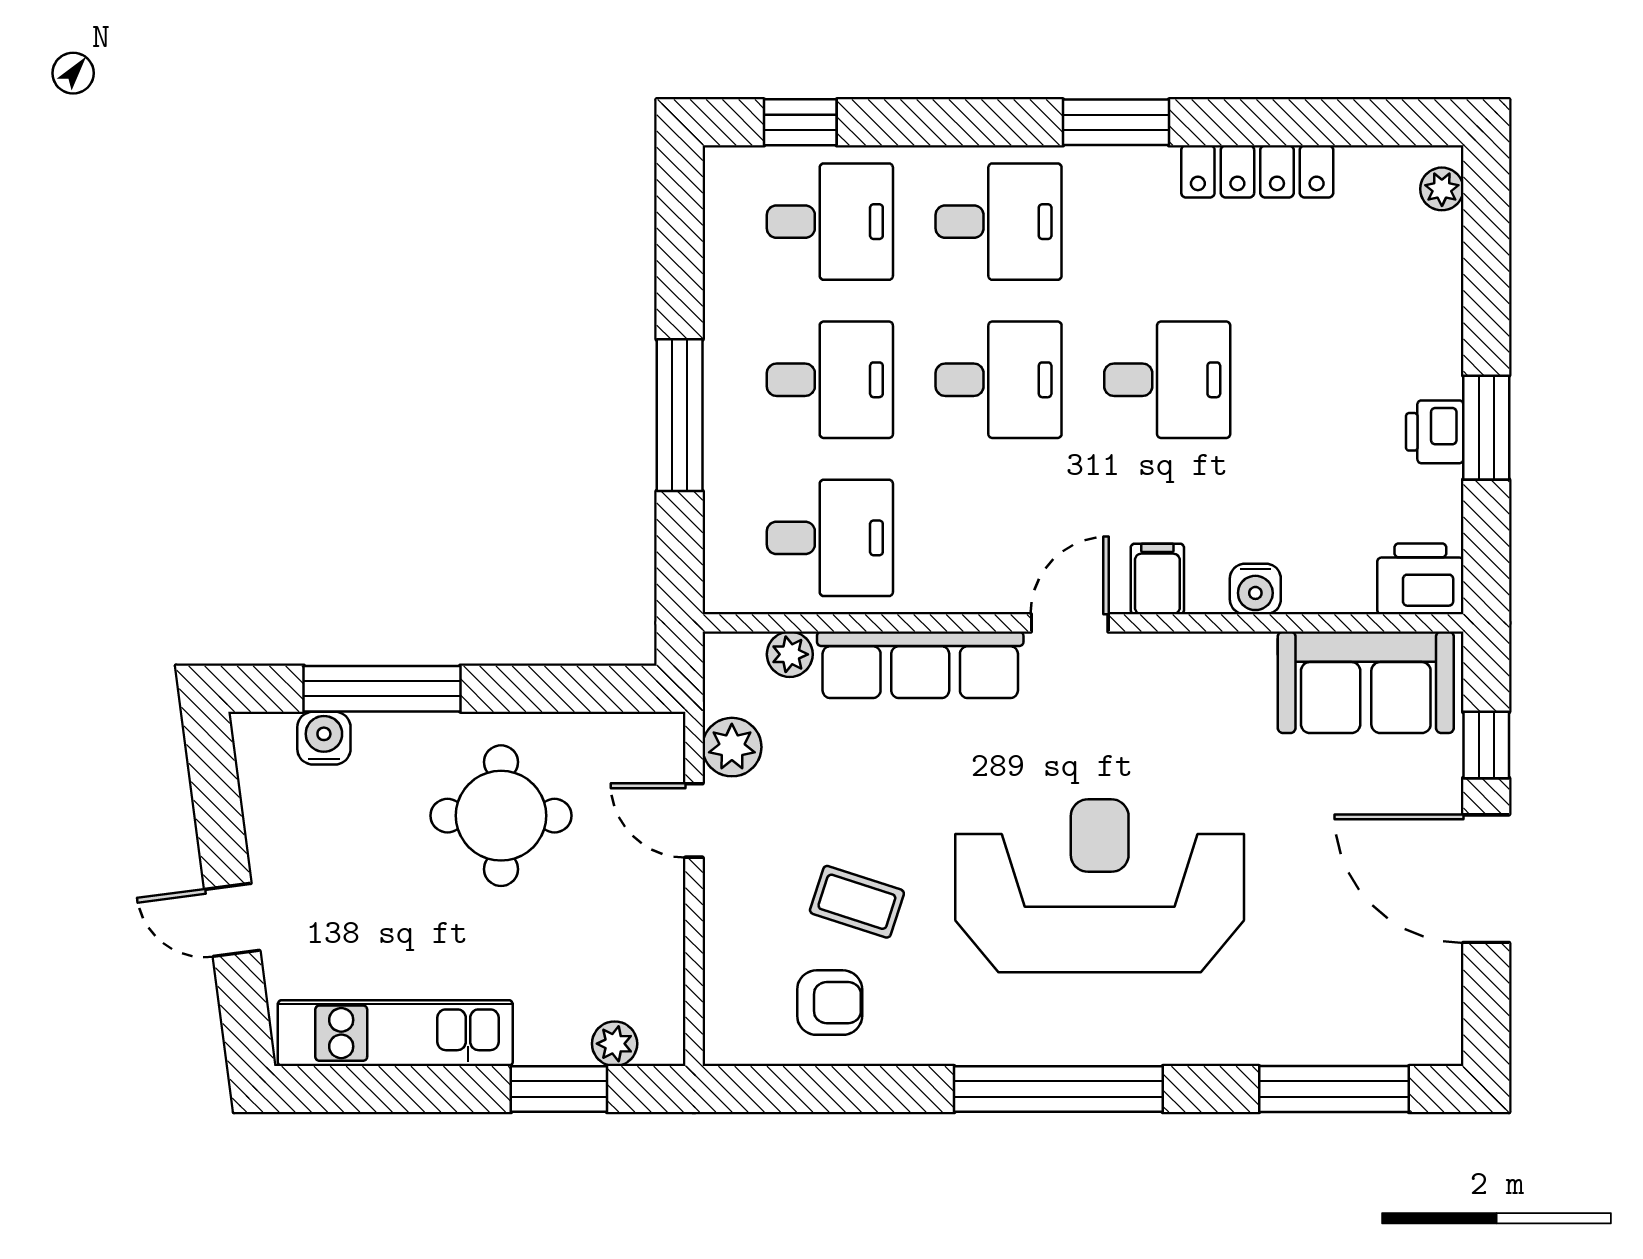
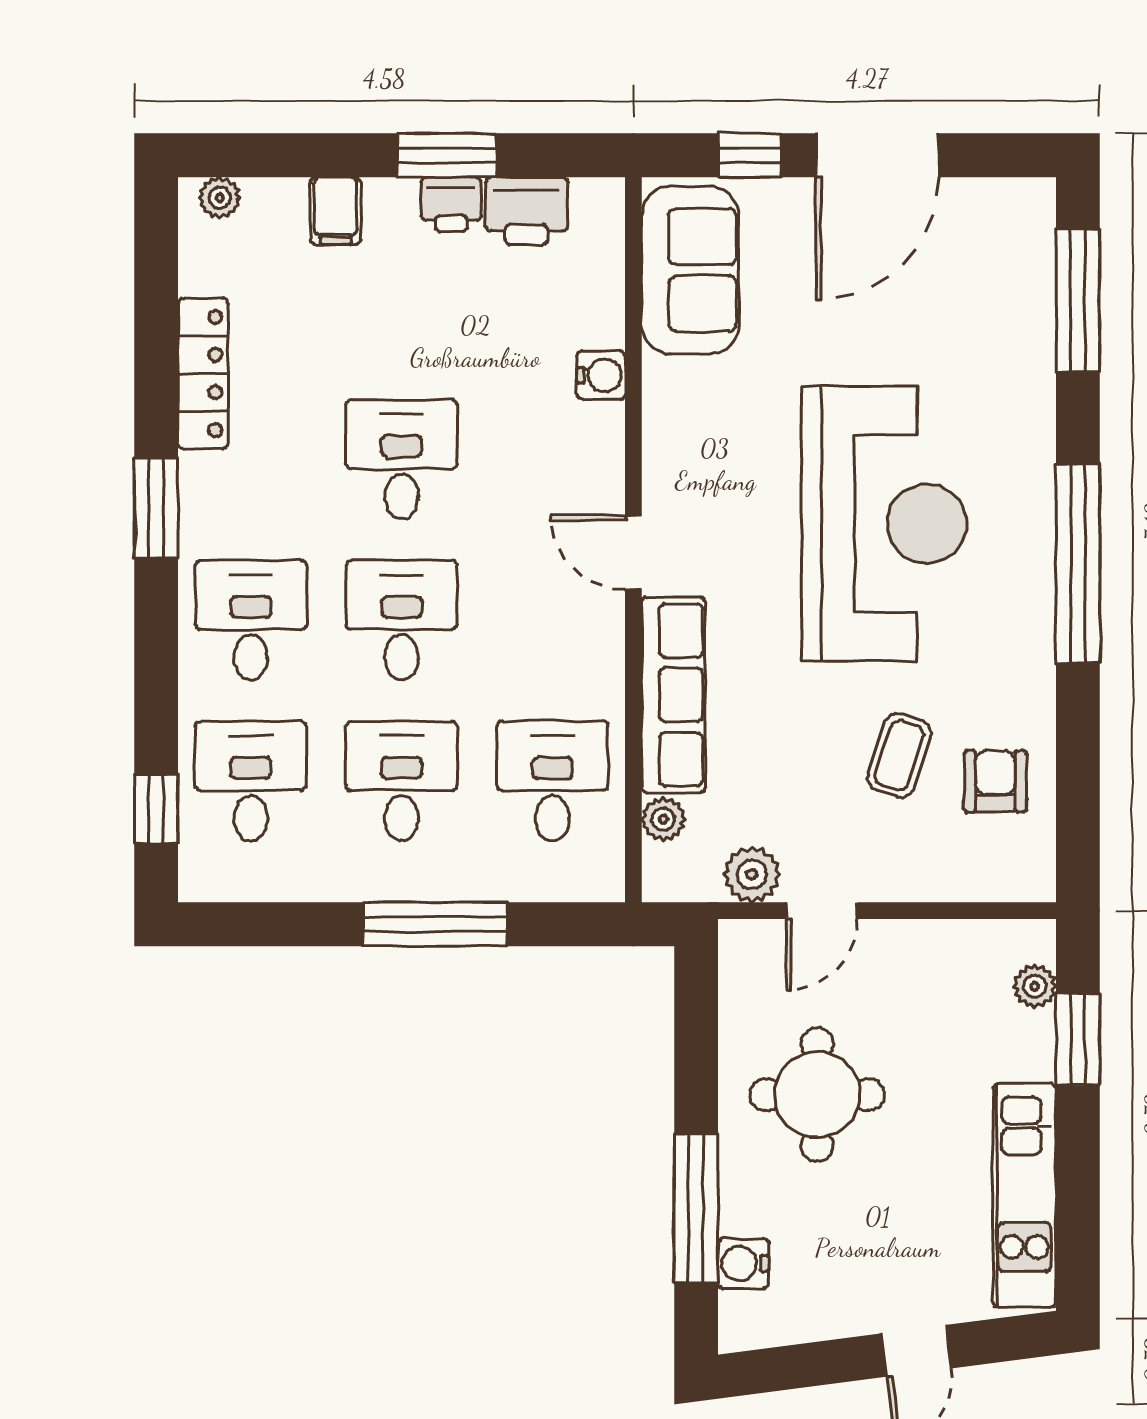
filing cabinet: (1157, 579) -> (336, 211), moved, turned -90
printer: (1420, 579) -> (527, 211), moved, turned -90
reception desk: (1100, 886) -> (884, 524), turned 180

